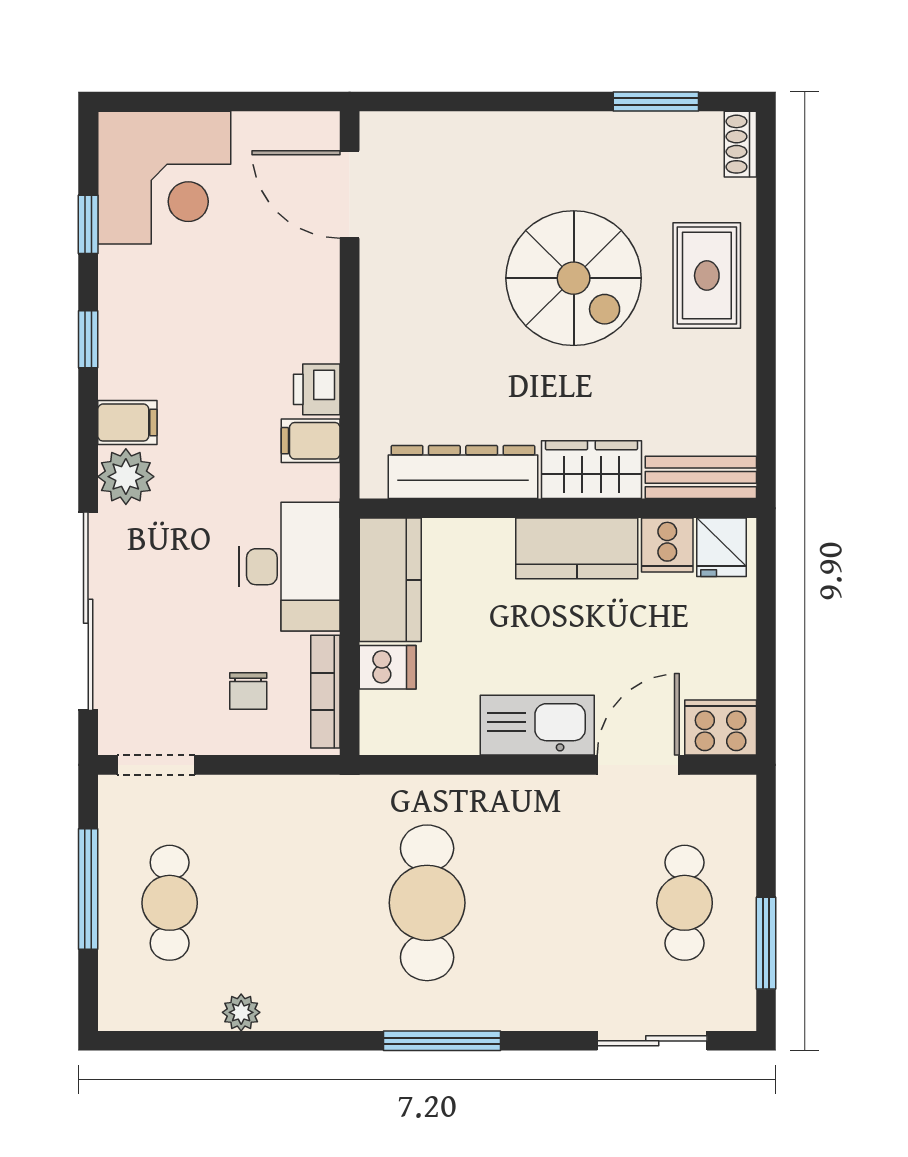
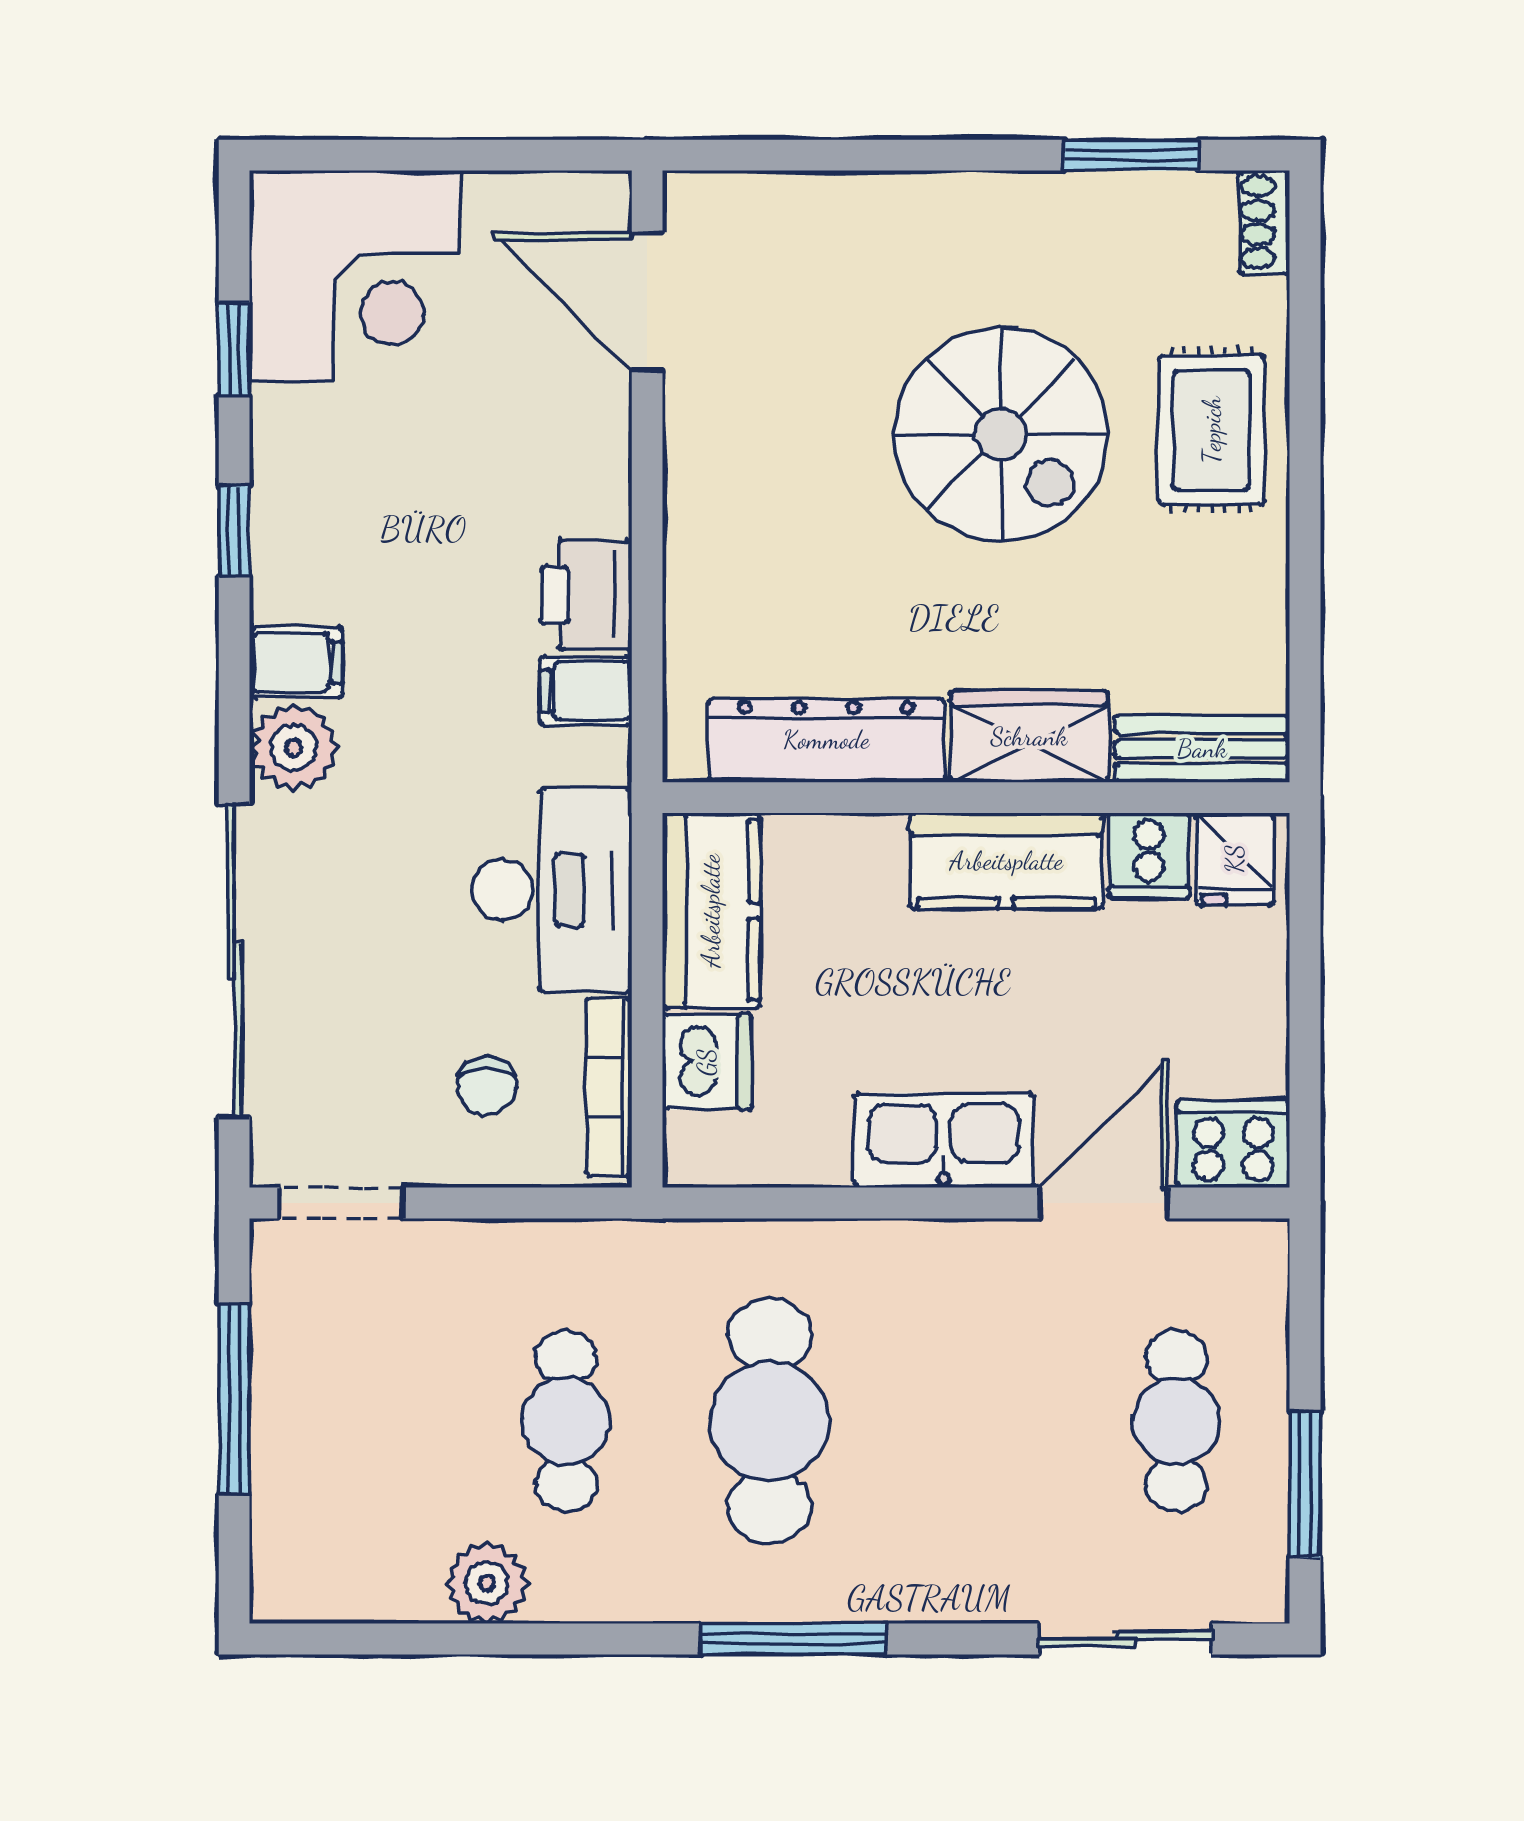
printer: (317, 389) -> (586, 595), width x1.36, depth x1.24
dishwasher: (388, 667) -> (707, 1062), width x1.38
cafe table: (170, 903) -> (566, 1421), moved
plant: (241, 1012) -> (487, 1583), width x1.38, depth x1.38

